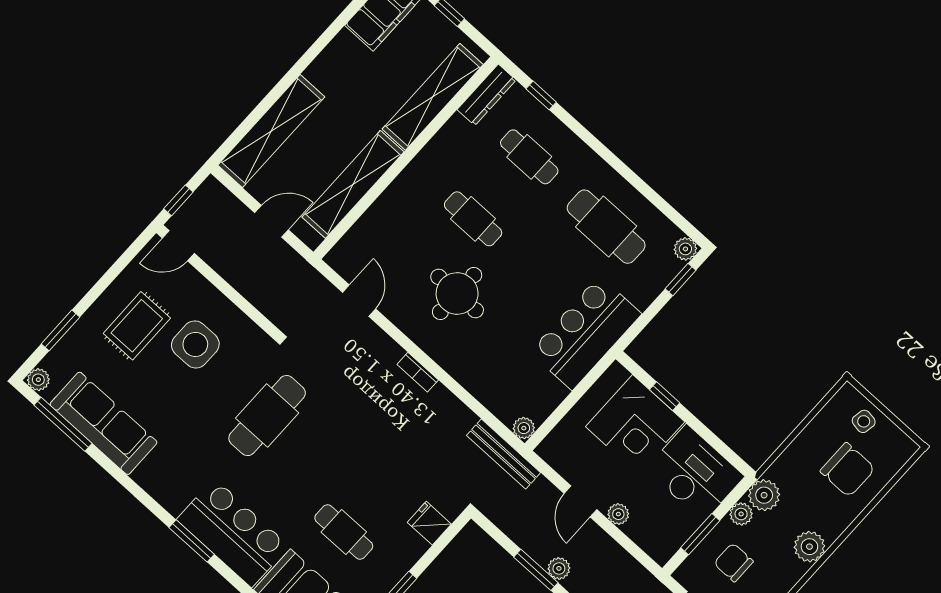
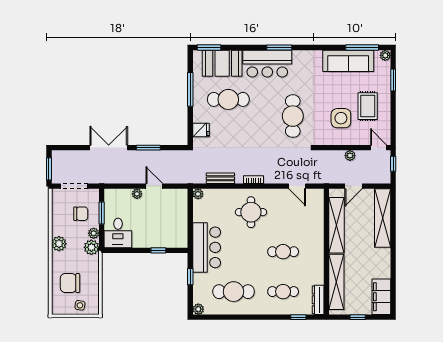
door: (178, 246) -> (379, 148), hinge flipped
window: (681, 279) -> (190, 277), moved
round table: (457, 294) -> (251, 212), moved
corner desk: (635, 424) -> (160, 231), removed
bench: (504, 454) -> (220, 178), moved, width x0.73
desk: (695, 473) -> (118, 233), width x0.73
cafe table: (344, 532) -> (228, 99), width x1.37, depth x1.35
plant: (559, 568) -> (350, 156), moved

